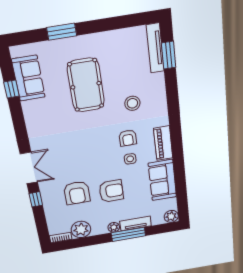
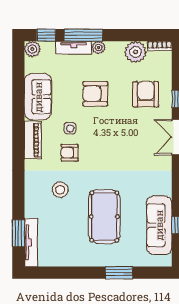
sofa: (28, 78) -> (159, 225), width x1.36
armchair: (128, 138) -> (70, 153), turned -90
armchair: (77, 193) -> (146, 94), moved
window: (160, 229) -> (46, 35), added

